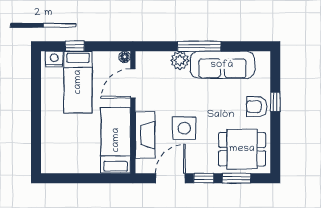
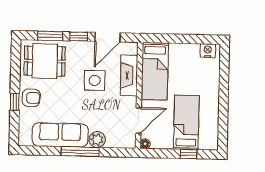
nightstand: (54, 59) -> (208, 51), moved, turned 180

